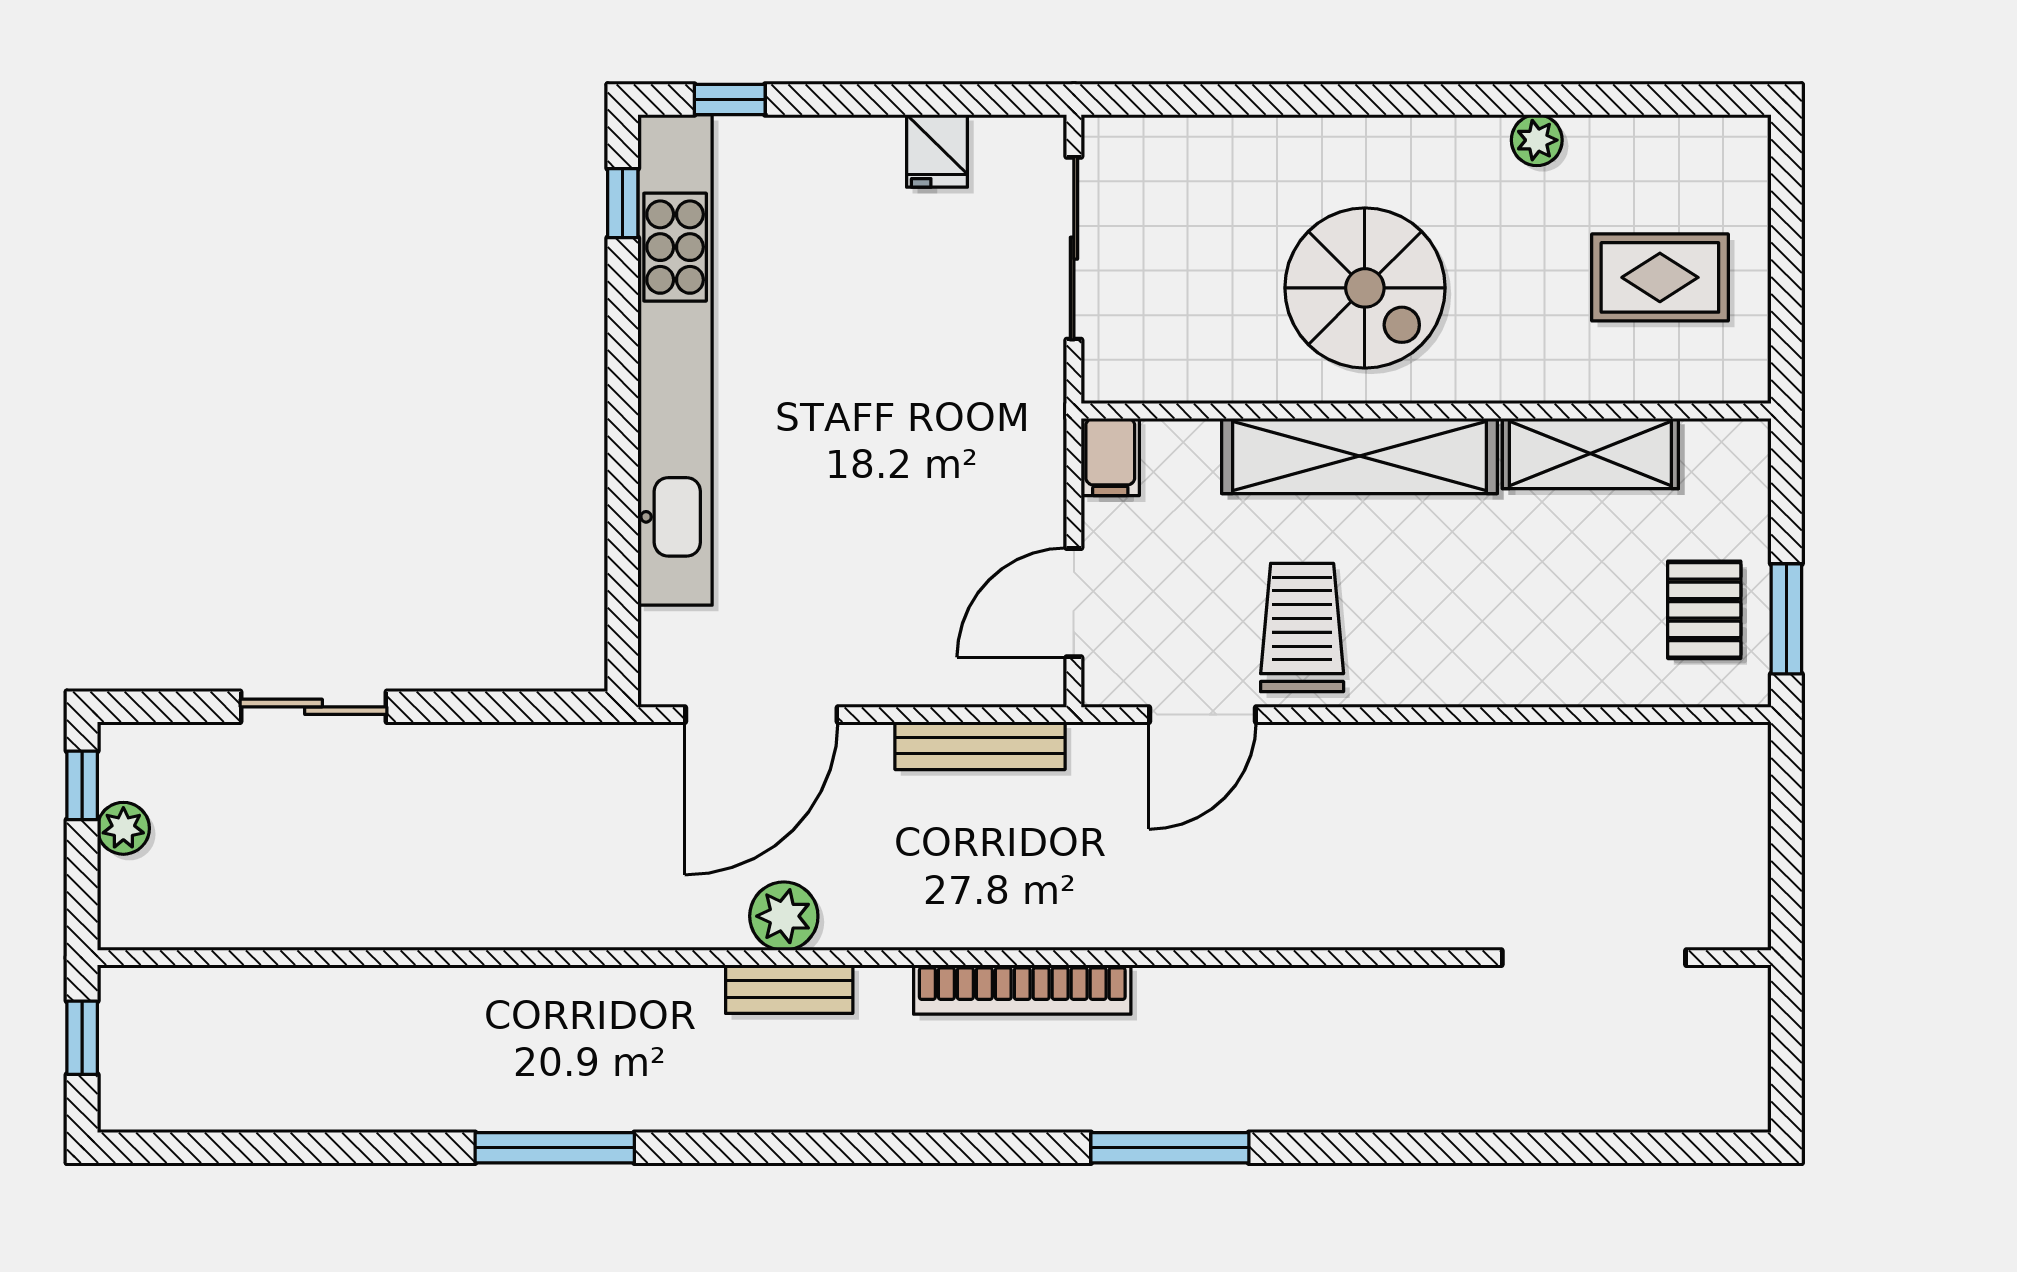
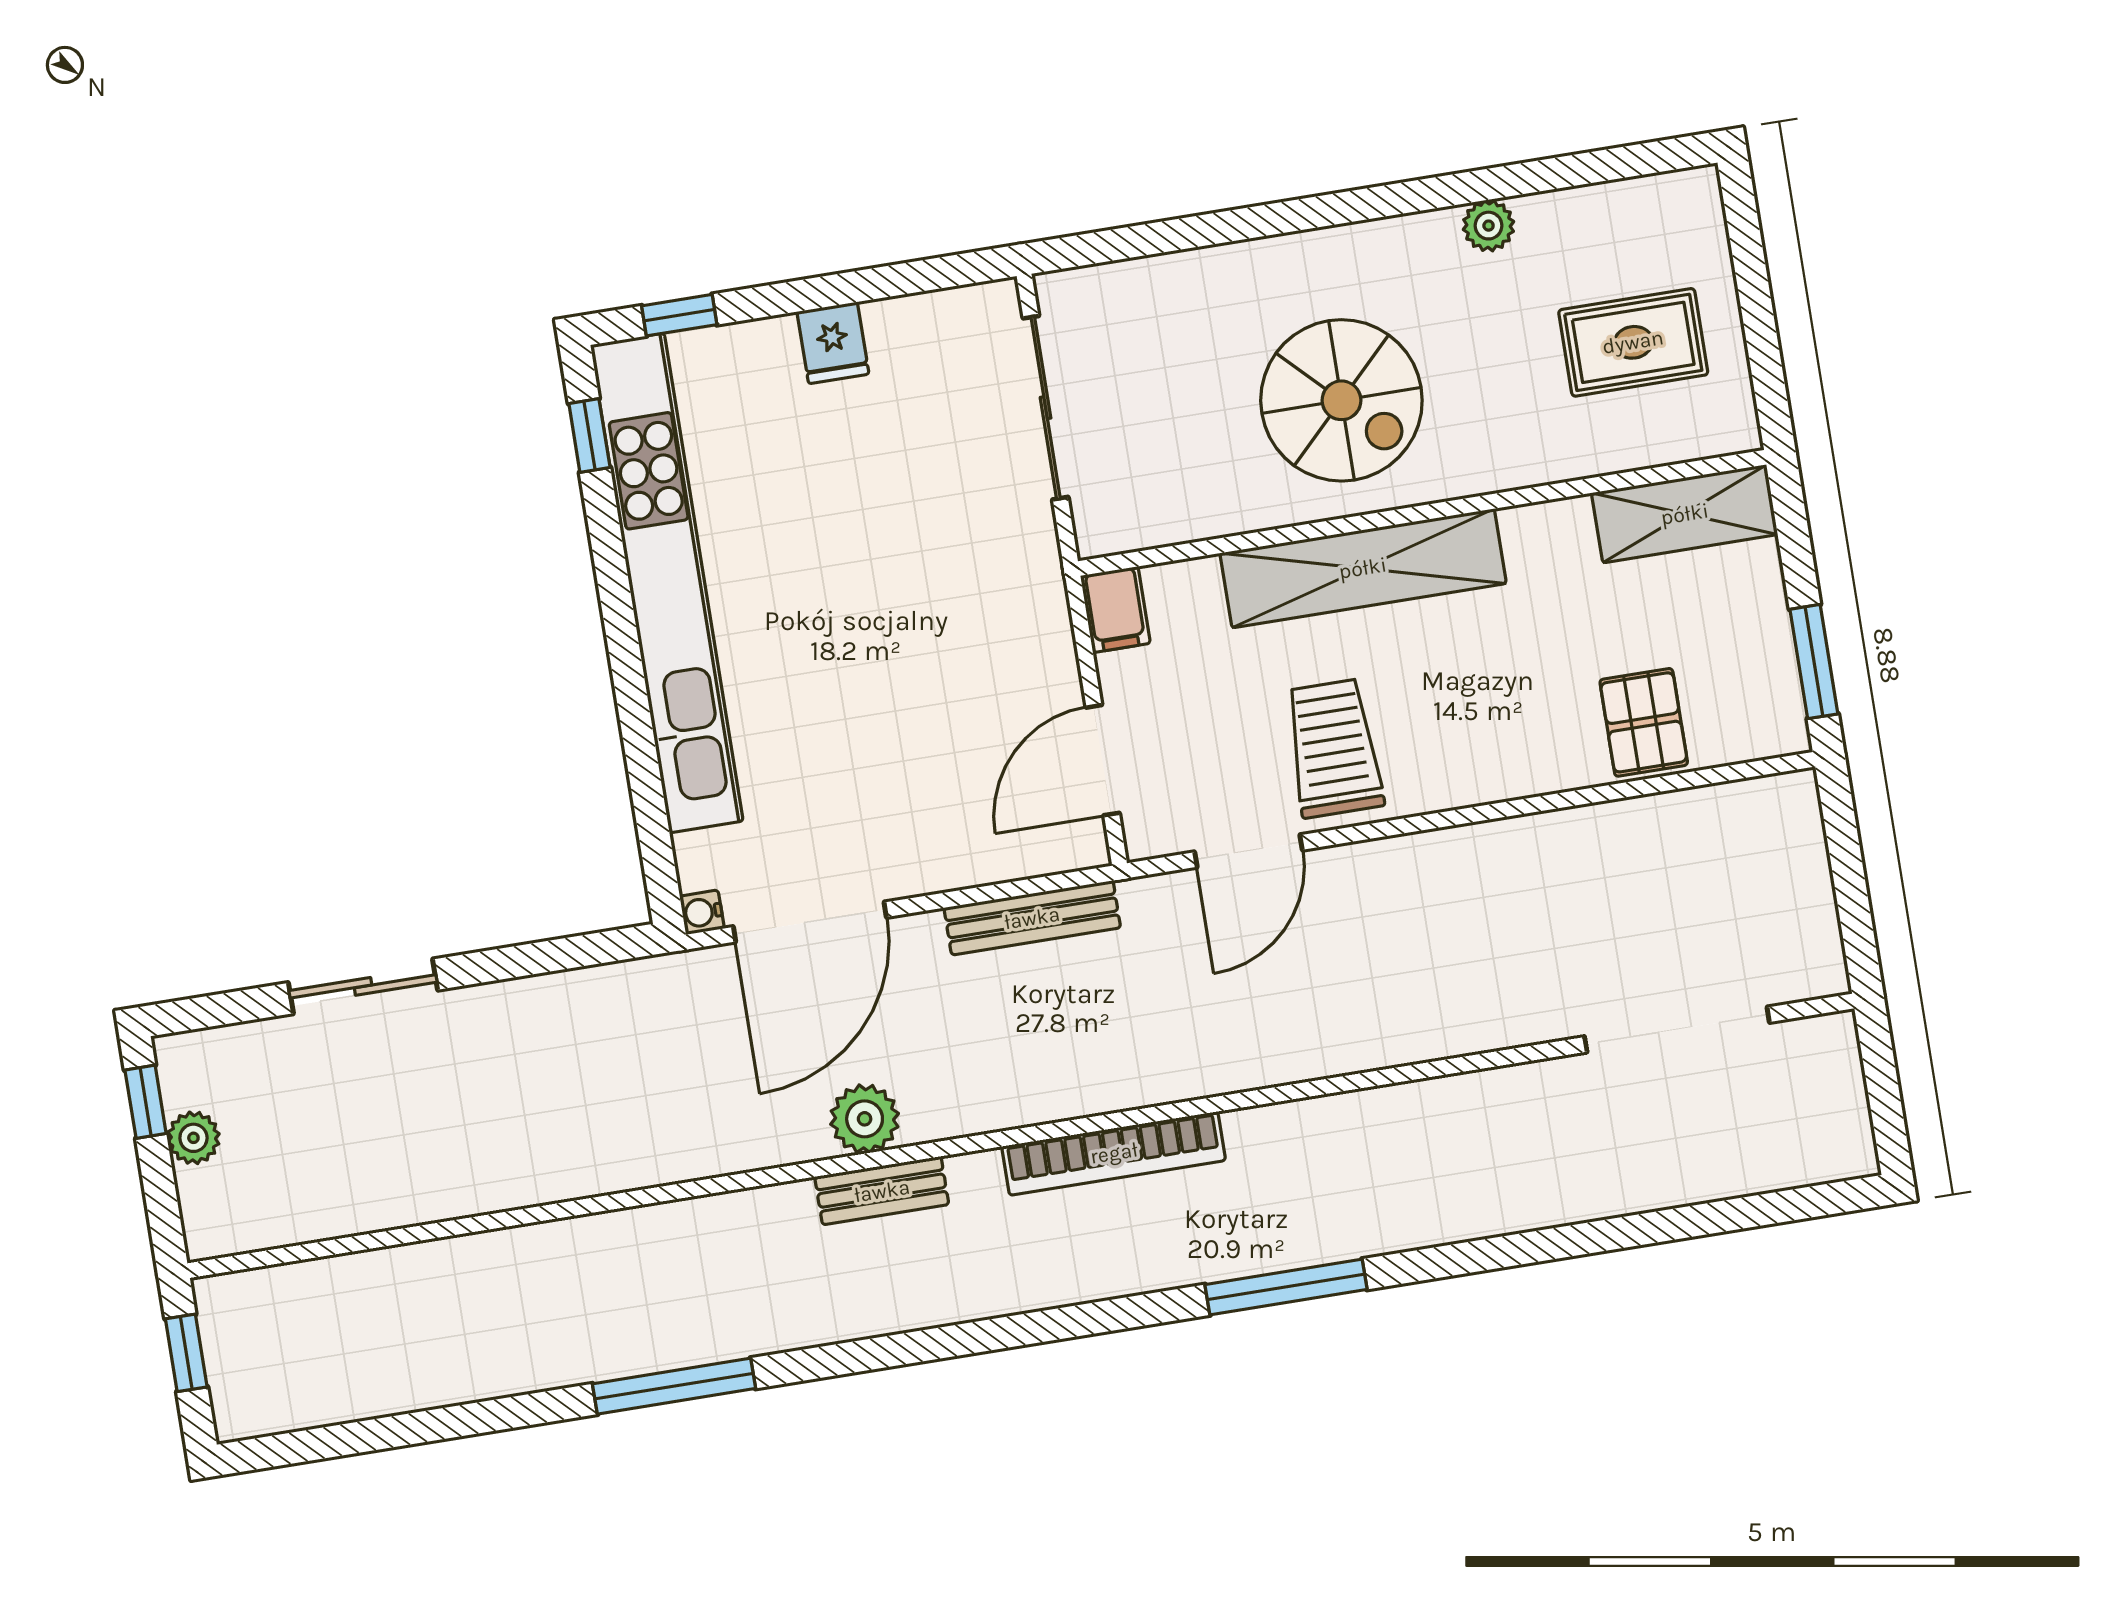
fridge: (937, 151) -> (833, 343), moved
shelving: (1590, 454) -> (1685, 514), moved
pallet: (1704, 610) -> (1644, 722), moved
water cooler: (657, 688) -> (702, 912), added

